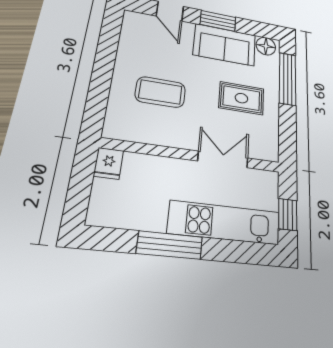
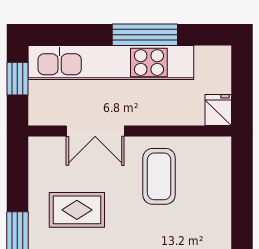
coffee table: (160, 92) -> (159, 176), moved, turned 90
kitchen unit: (225, 223) -> (111, 63), width x1.36

